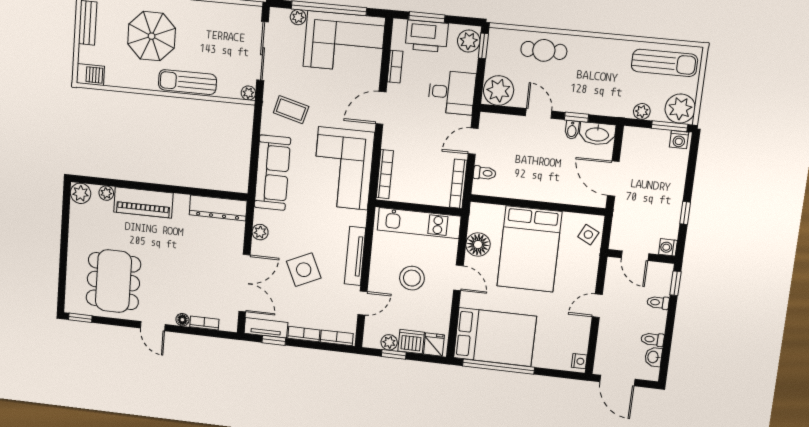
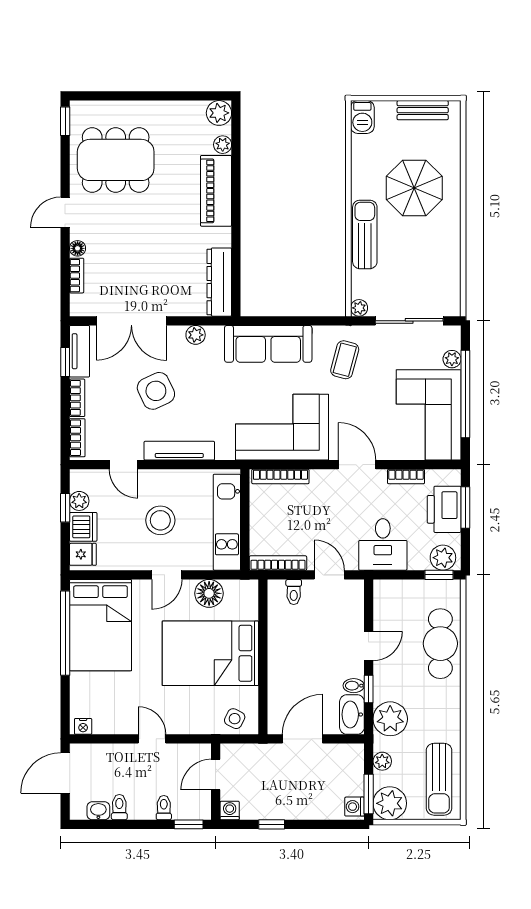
cafe table: (544, 50) -> (440, 644), width x1.37, depth x1.35
plant: (499, 91) -> (390, 719), moved

